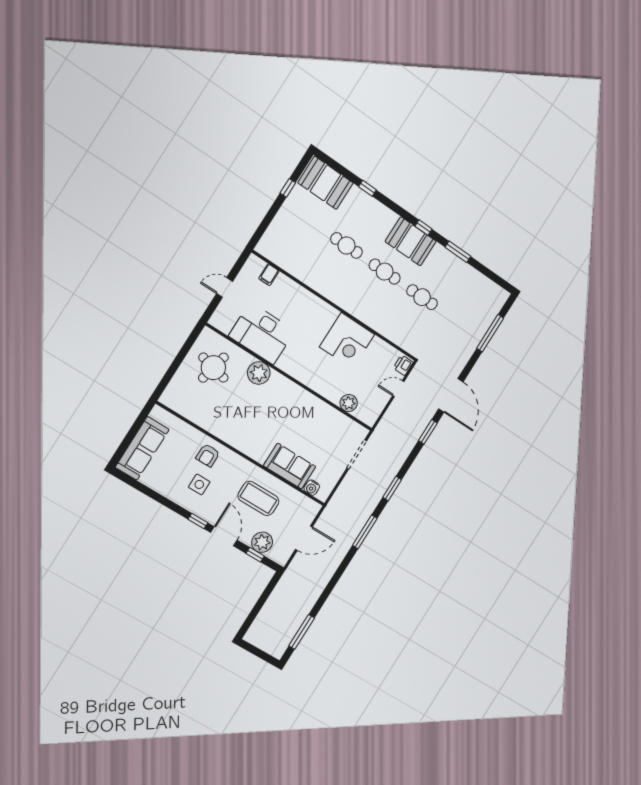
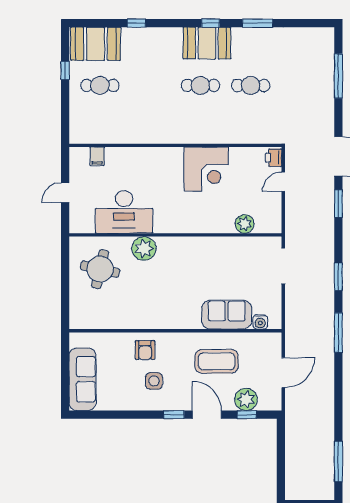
cafe table: (346, 245) -> (100, 85), moved

